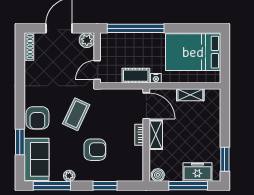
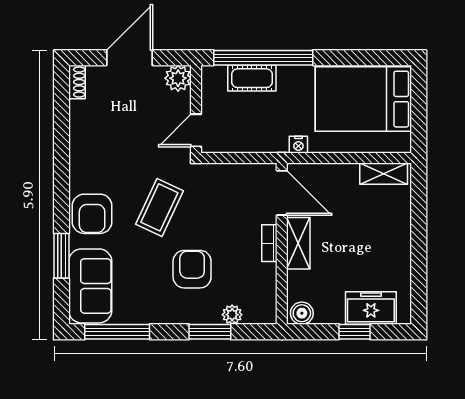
shoe rack: (29, 46) -> (77, 82), width x0.70
cot: (136, 76) -> (252, 78), moved
shelving: (190, 95) -> (384, 174), moved
armchair: (95, 150) -> (192, 269), turned -90
window: (225, 159) -> (419, 286), removed
plant: (69, 176) -> (232, 315), moved
window: (188, 186) -> (355, 332), width x0.46

